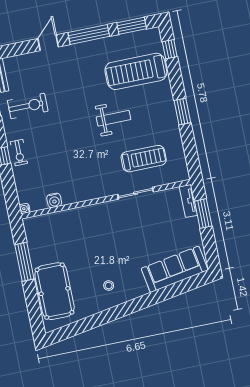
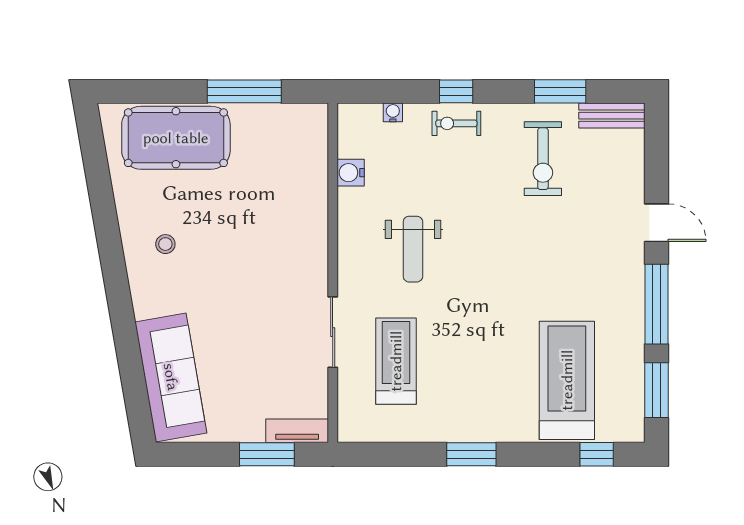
weight bench: (114, 118) -> (413, 249), moved
treadmill: (144, 159) -> (396, 361), turned 180
water cooler: (25, 209) -> (393, 112), moved

